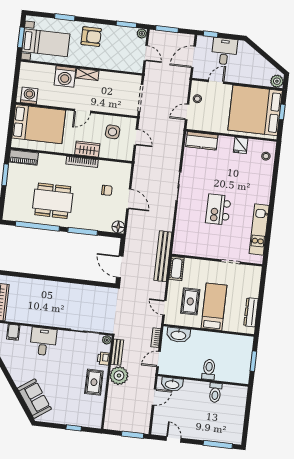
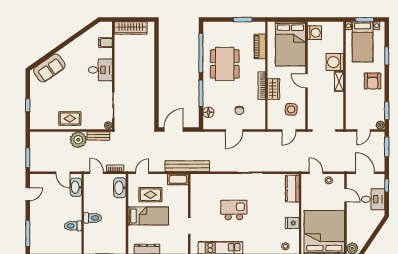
piano: (24, 157) -> (260, 46), moved
floor lamp: (118, 227) -> (208, 112), moved
printer: (103, 359) -> (92, 124), removed

